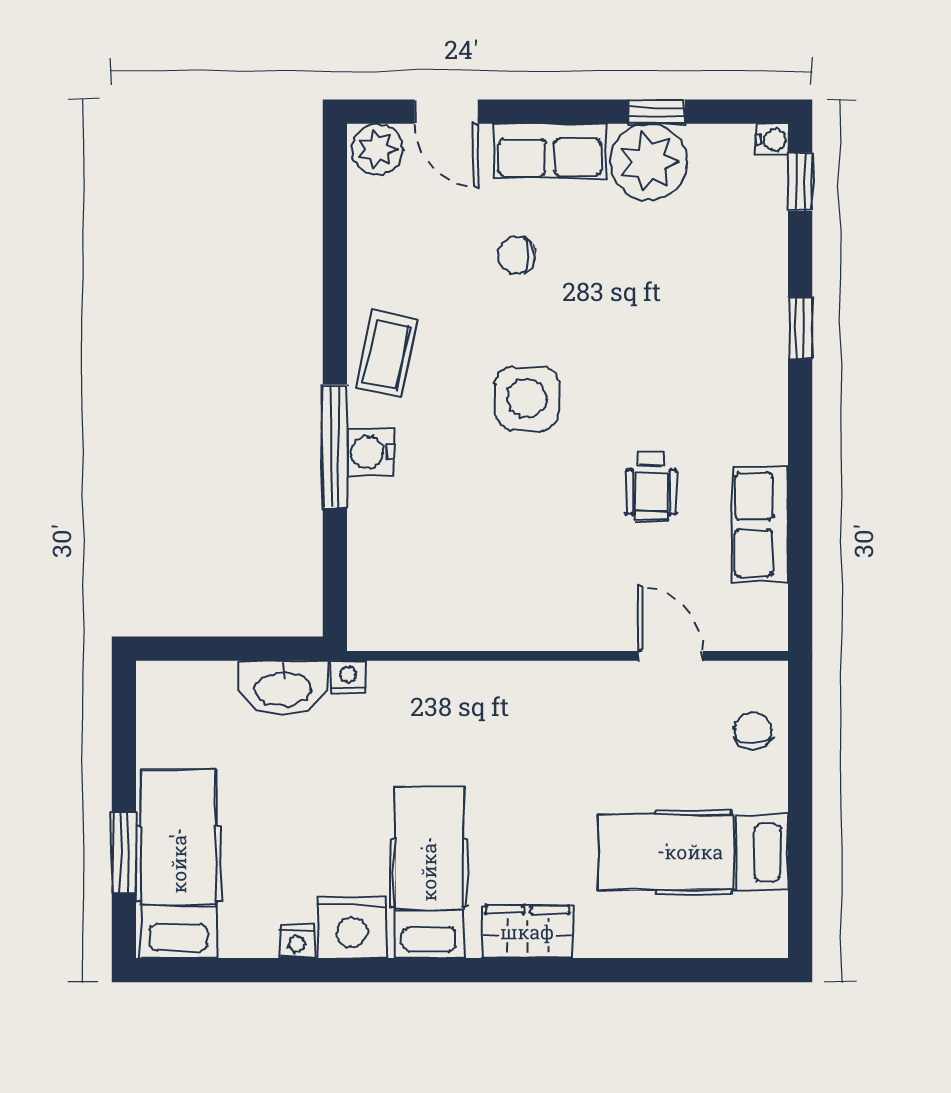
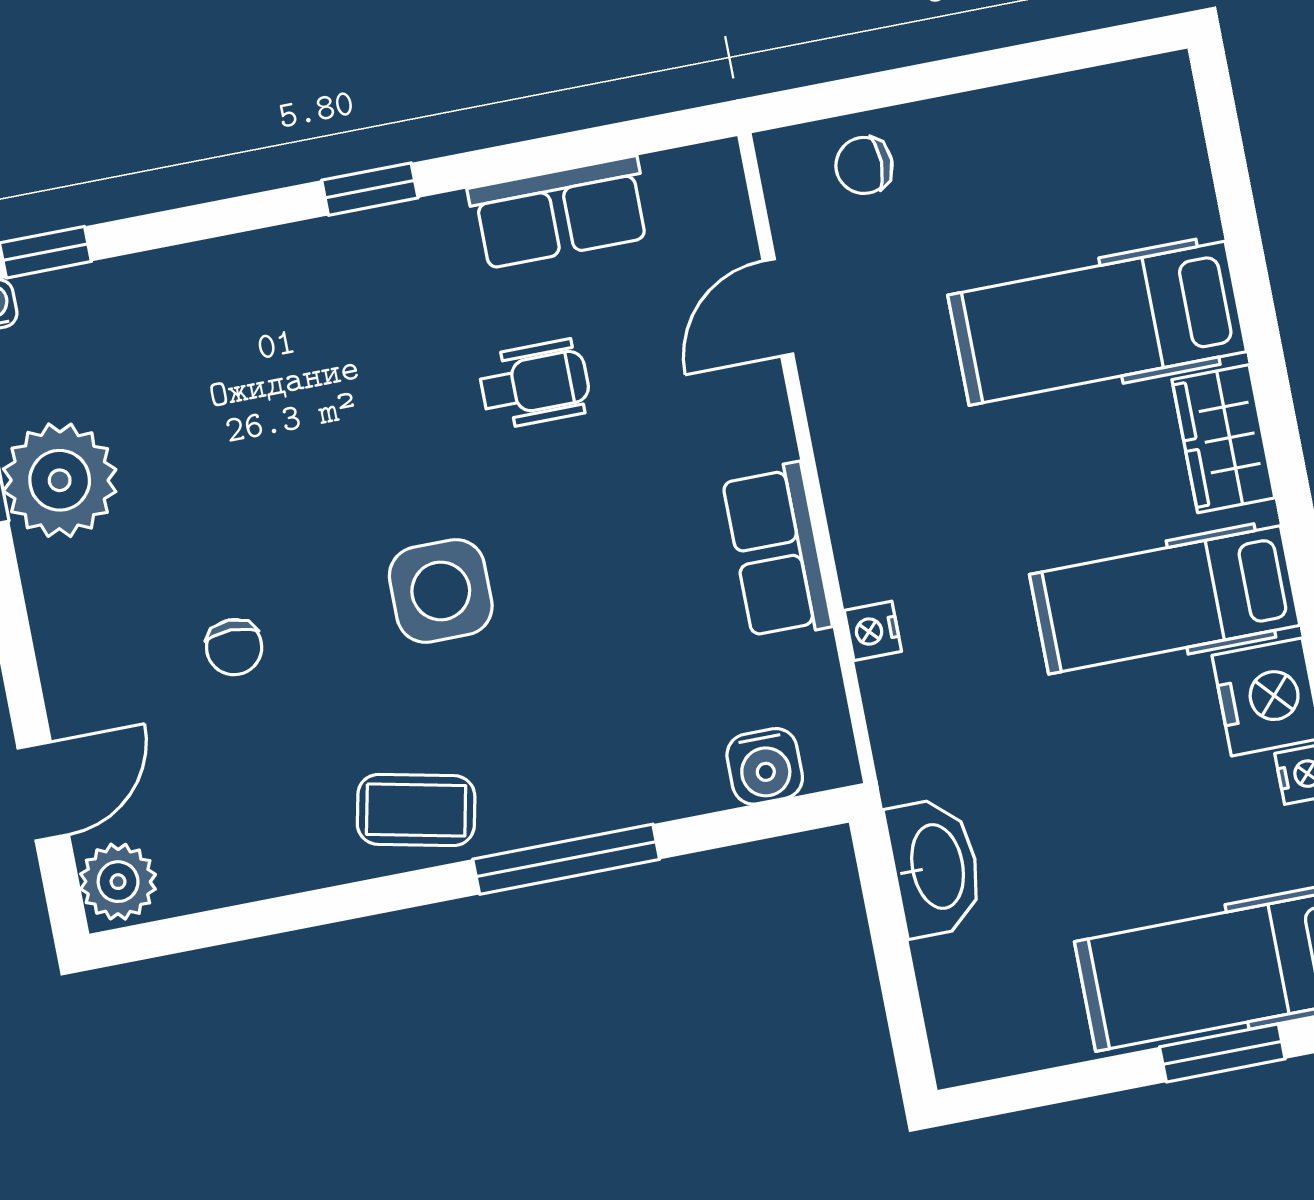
row of seats: (550, 151) -> (777, 551), moved, turned 180
window: (800, 328) -> (370, 189), moved
water cooler: (371, 452) -> (765, 766), moved
nightstand: (348, 677) -> (873, 631), moved
hospital bed: (694, 852) -> (1097, 323), moved, turned 90

